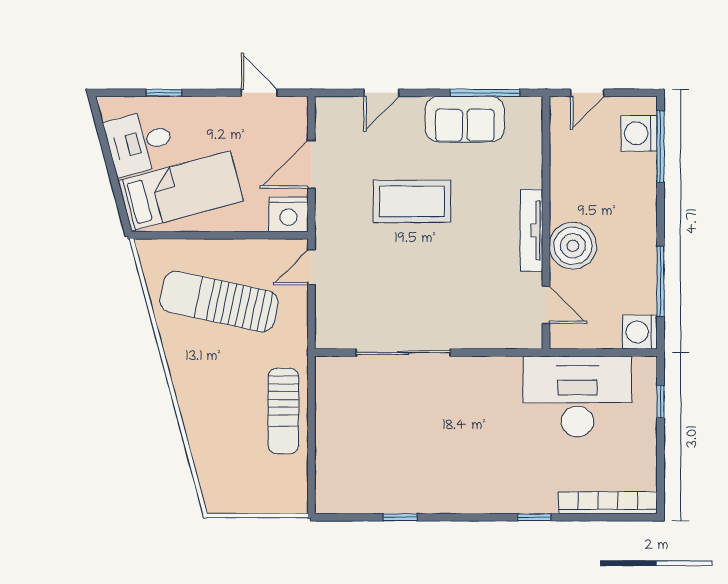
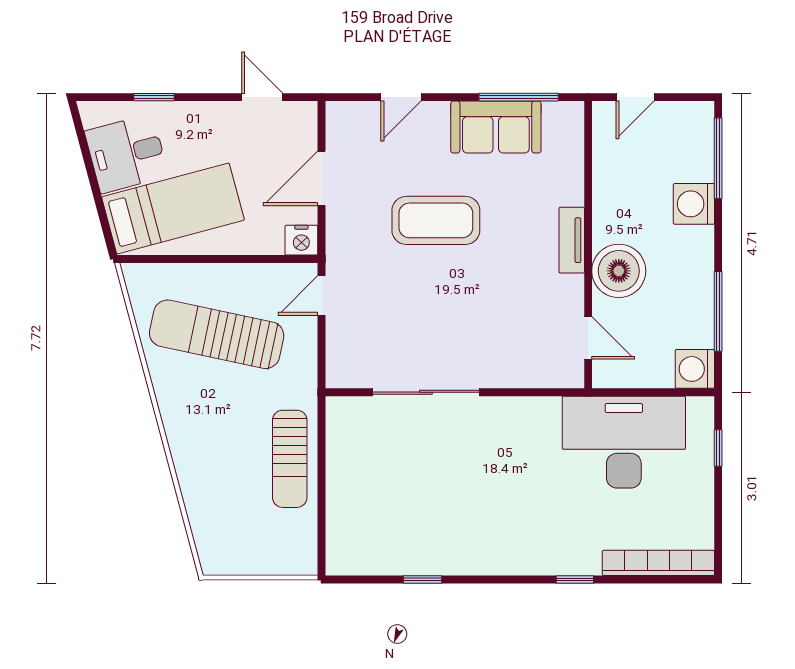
washing machine: (639, 133) -> (694, 204), moved
nightstand: (289, 214) -> (301, 240), width x0.74, depth x0.75
tv unit: (531, 231) -> (572, 240), width x0.71

